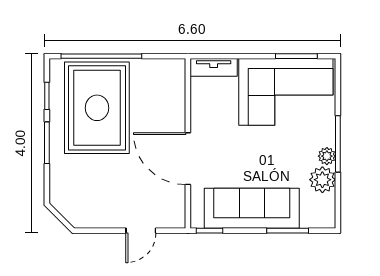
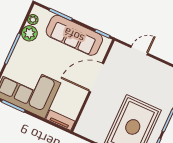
plant: (327, 156) -> (33, 20), moved
door: (188, 159) -> (96, 77), swing flipped

